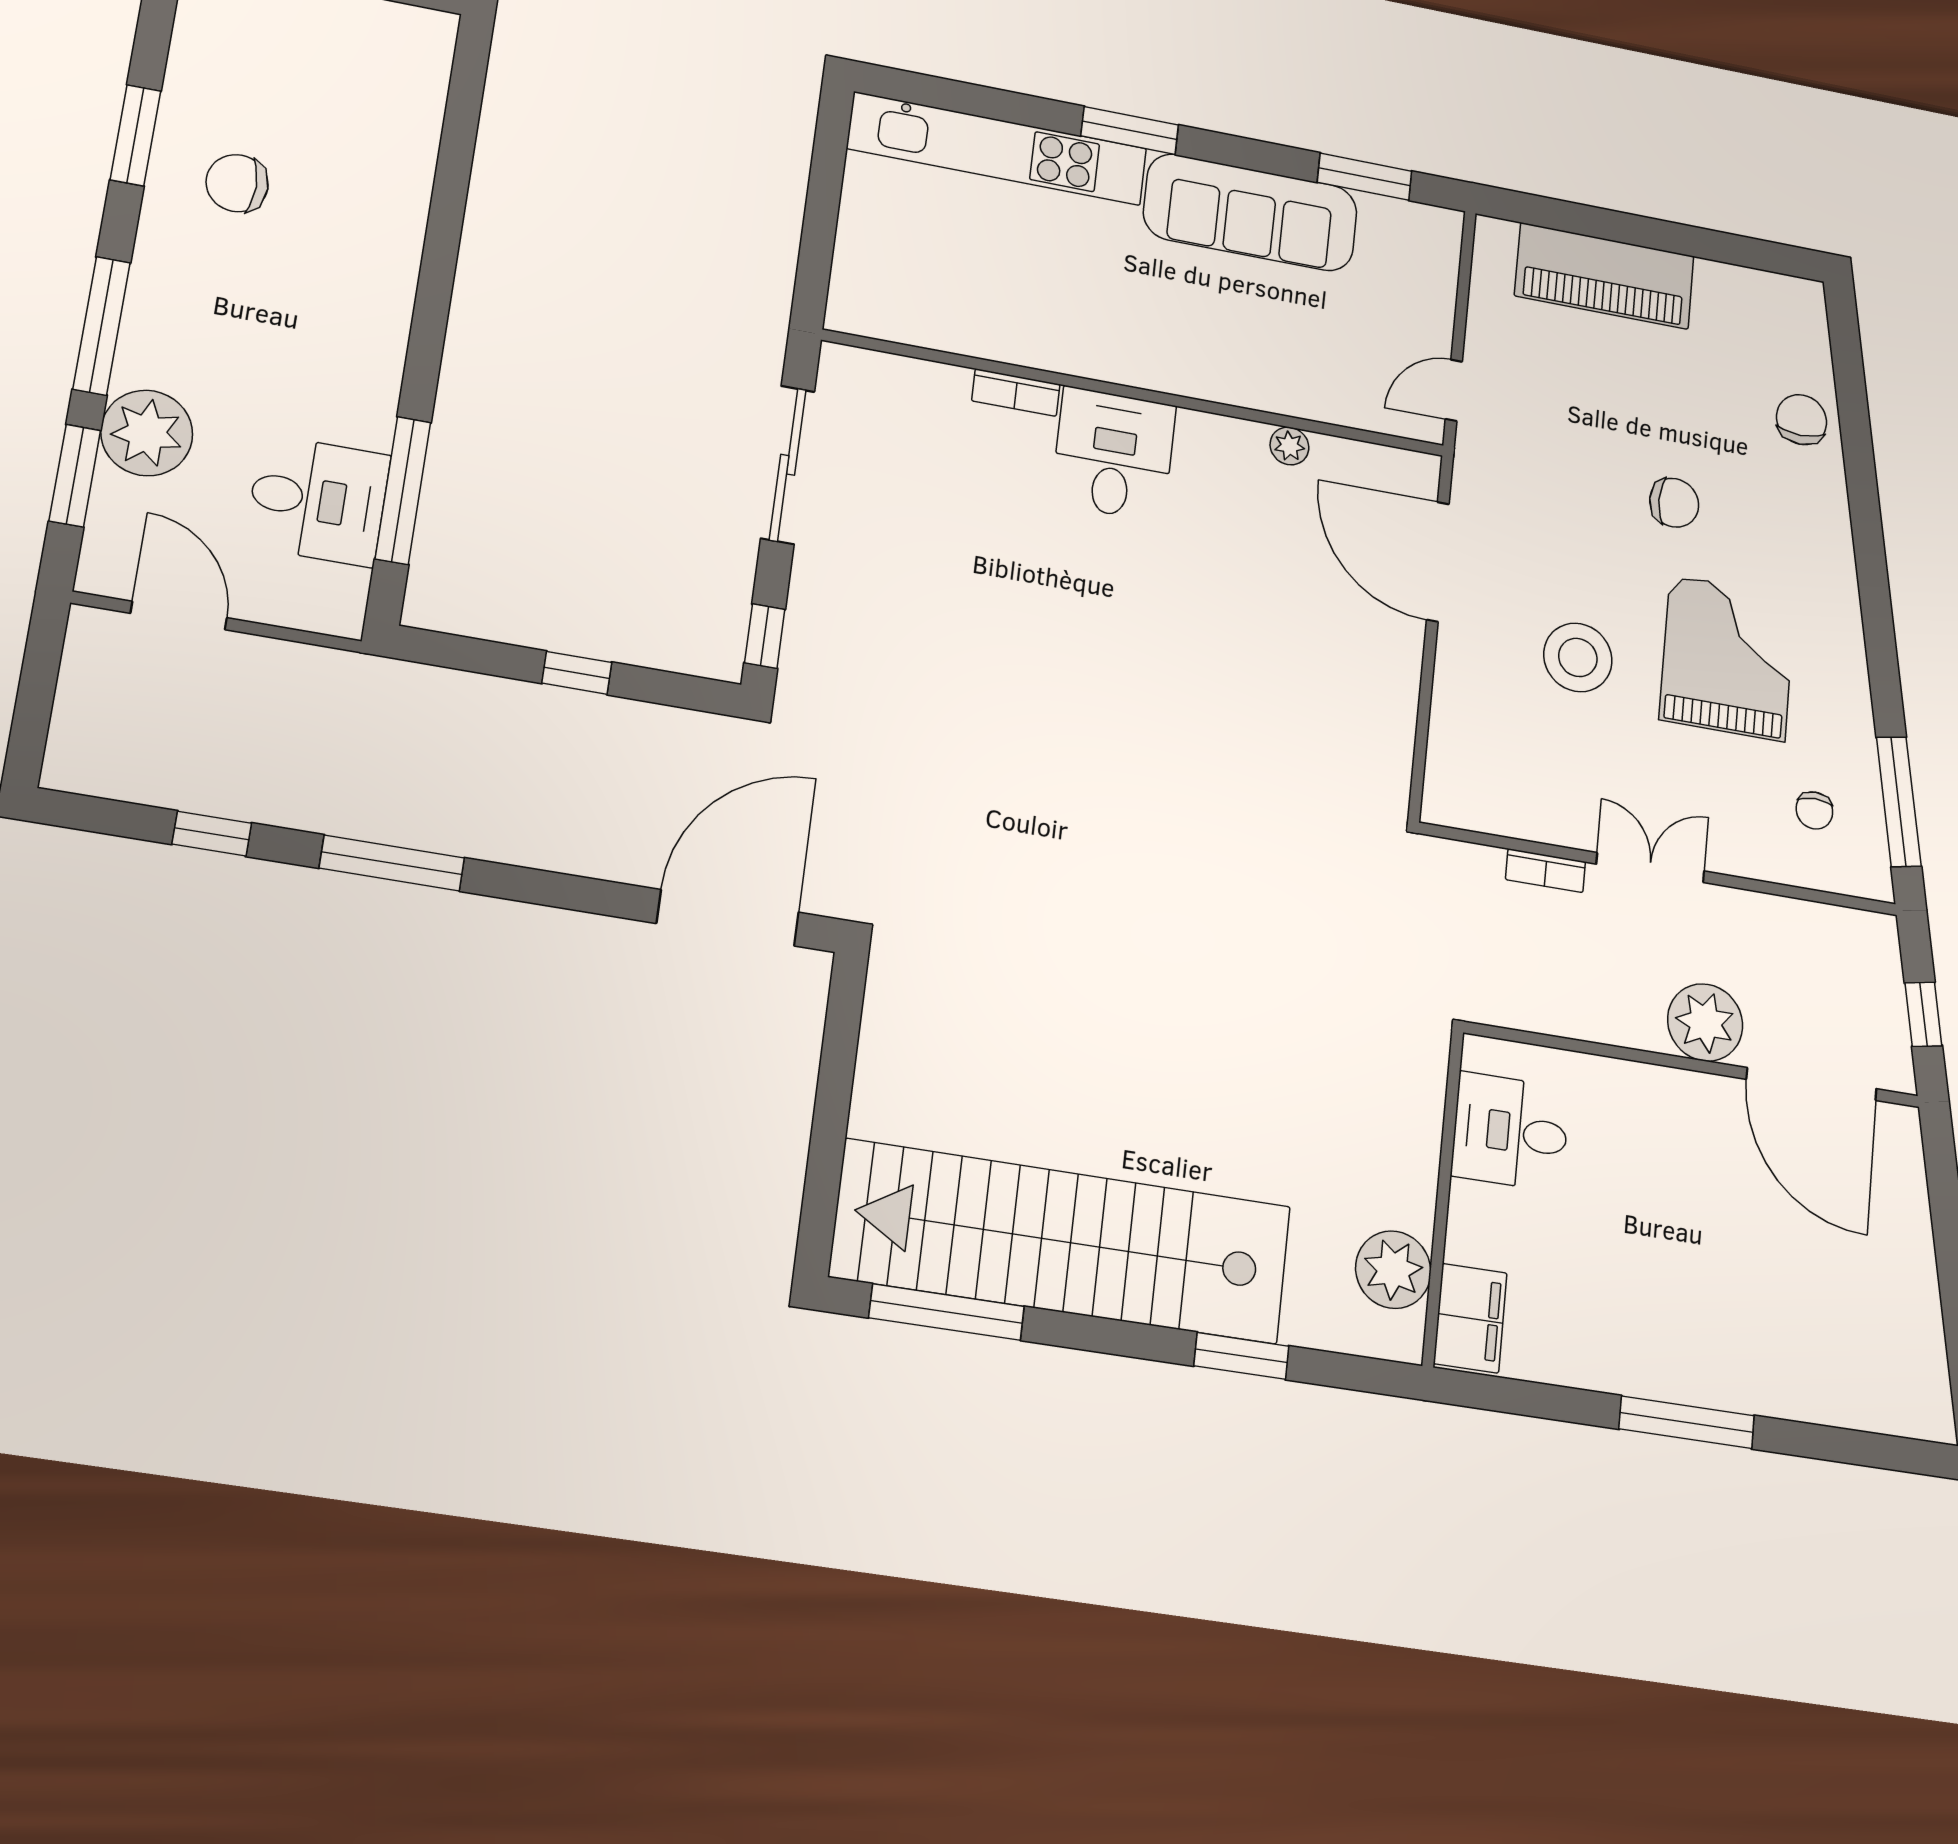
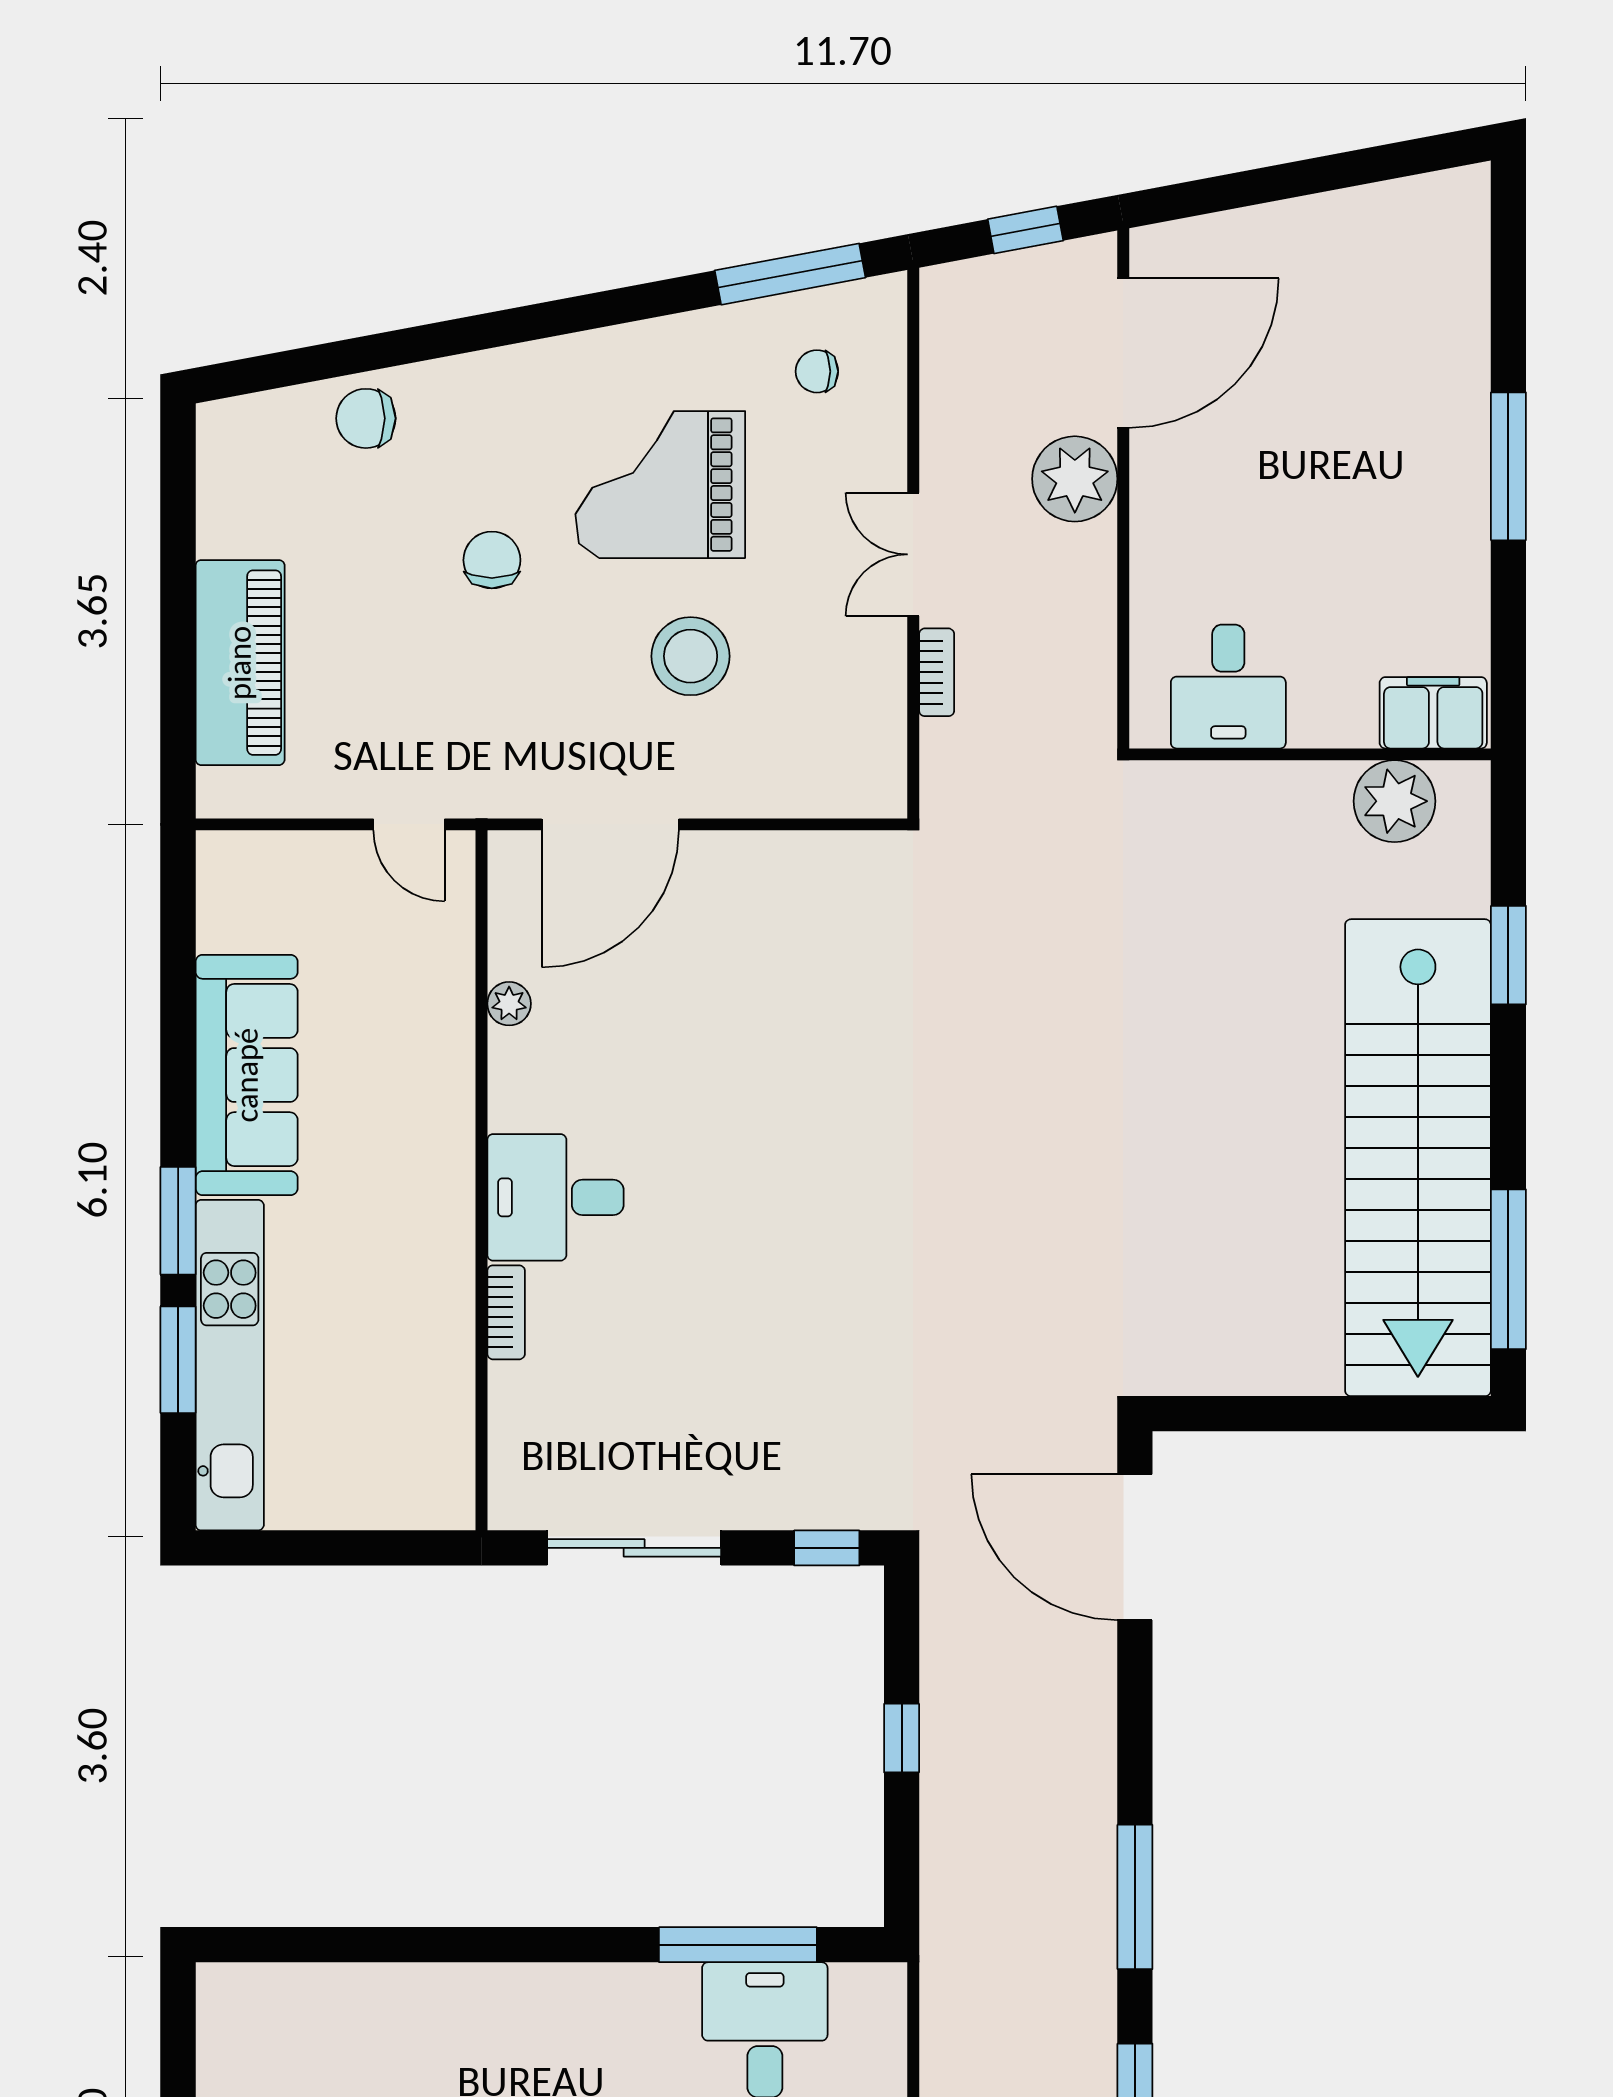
window: (1365, 177) -> (178, 1360), moved
chair: (1814, 810) -> (817, 371), turned 180

